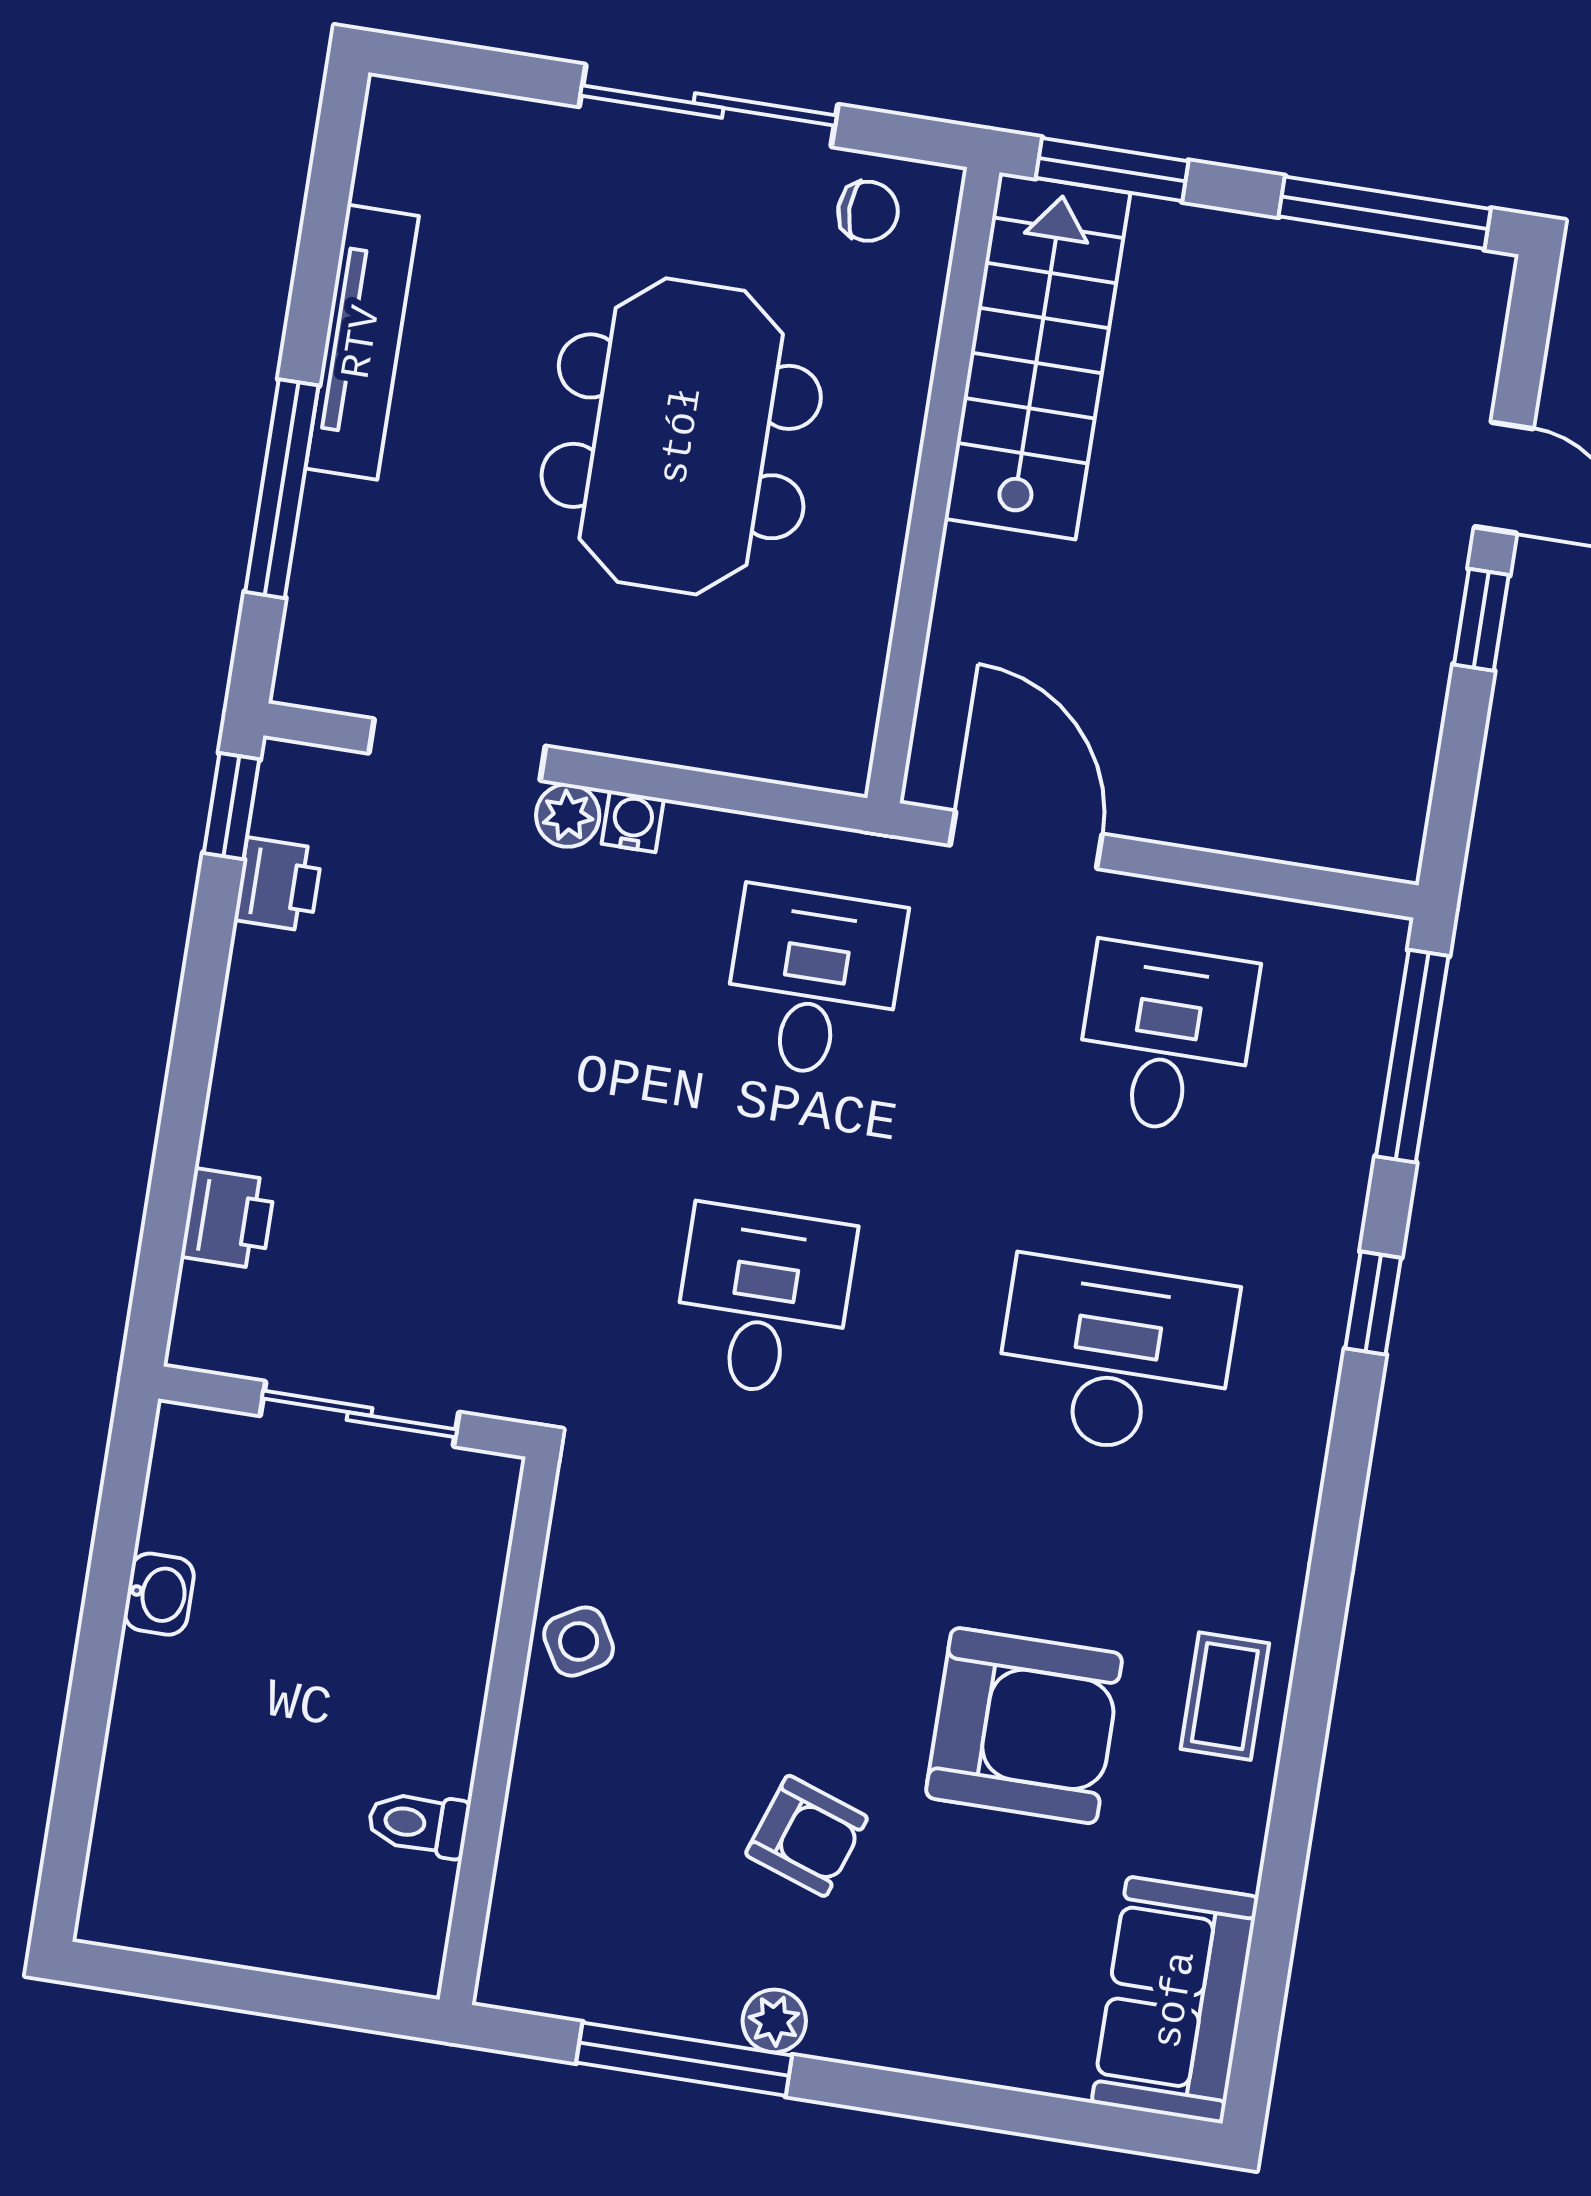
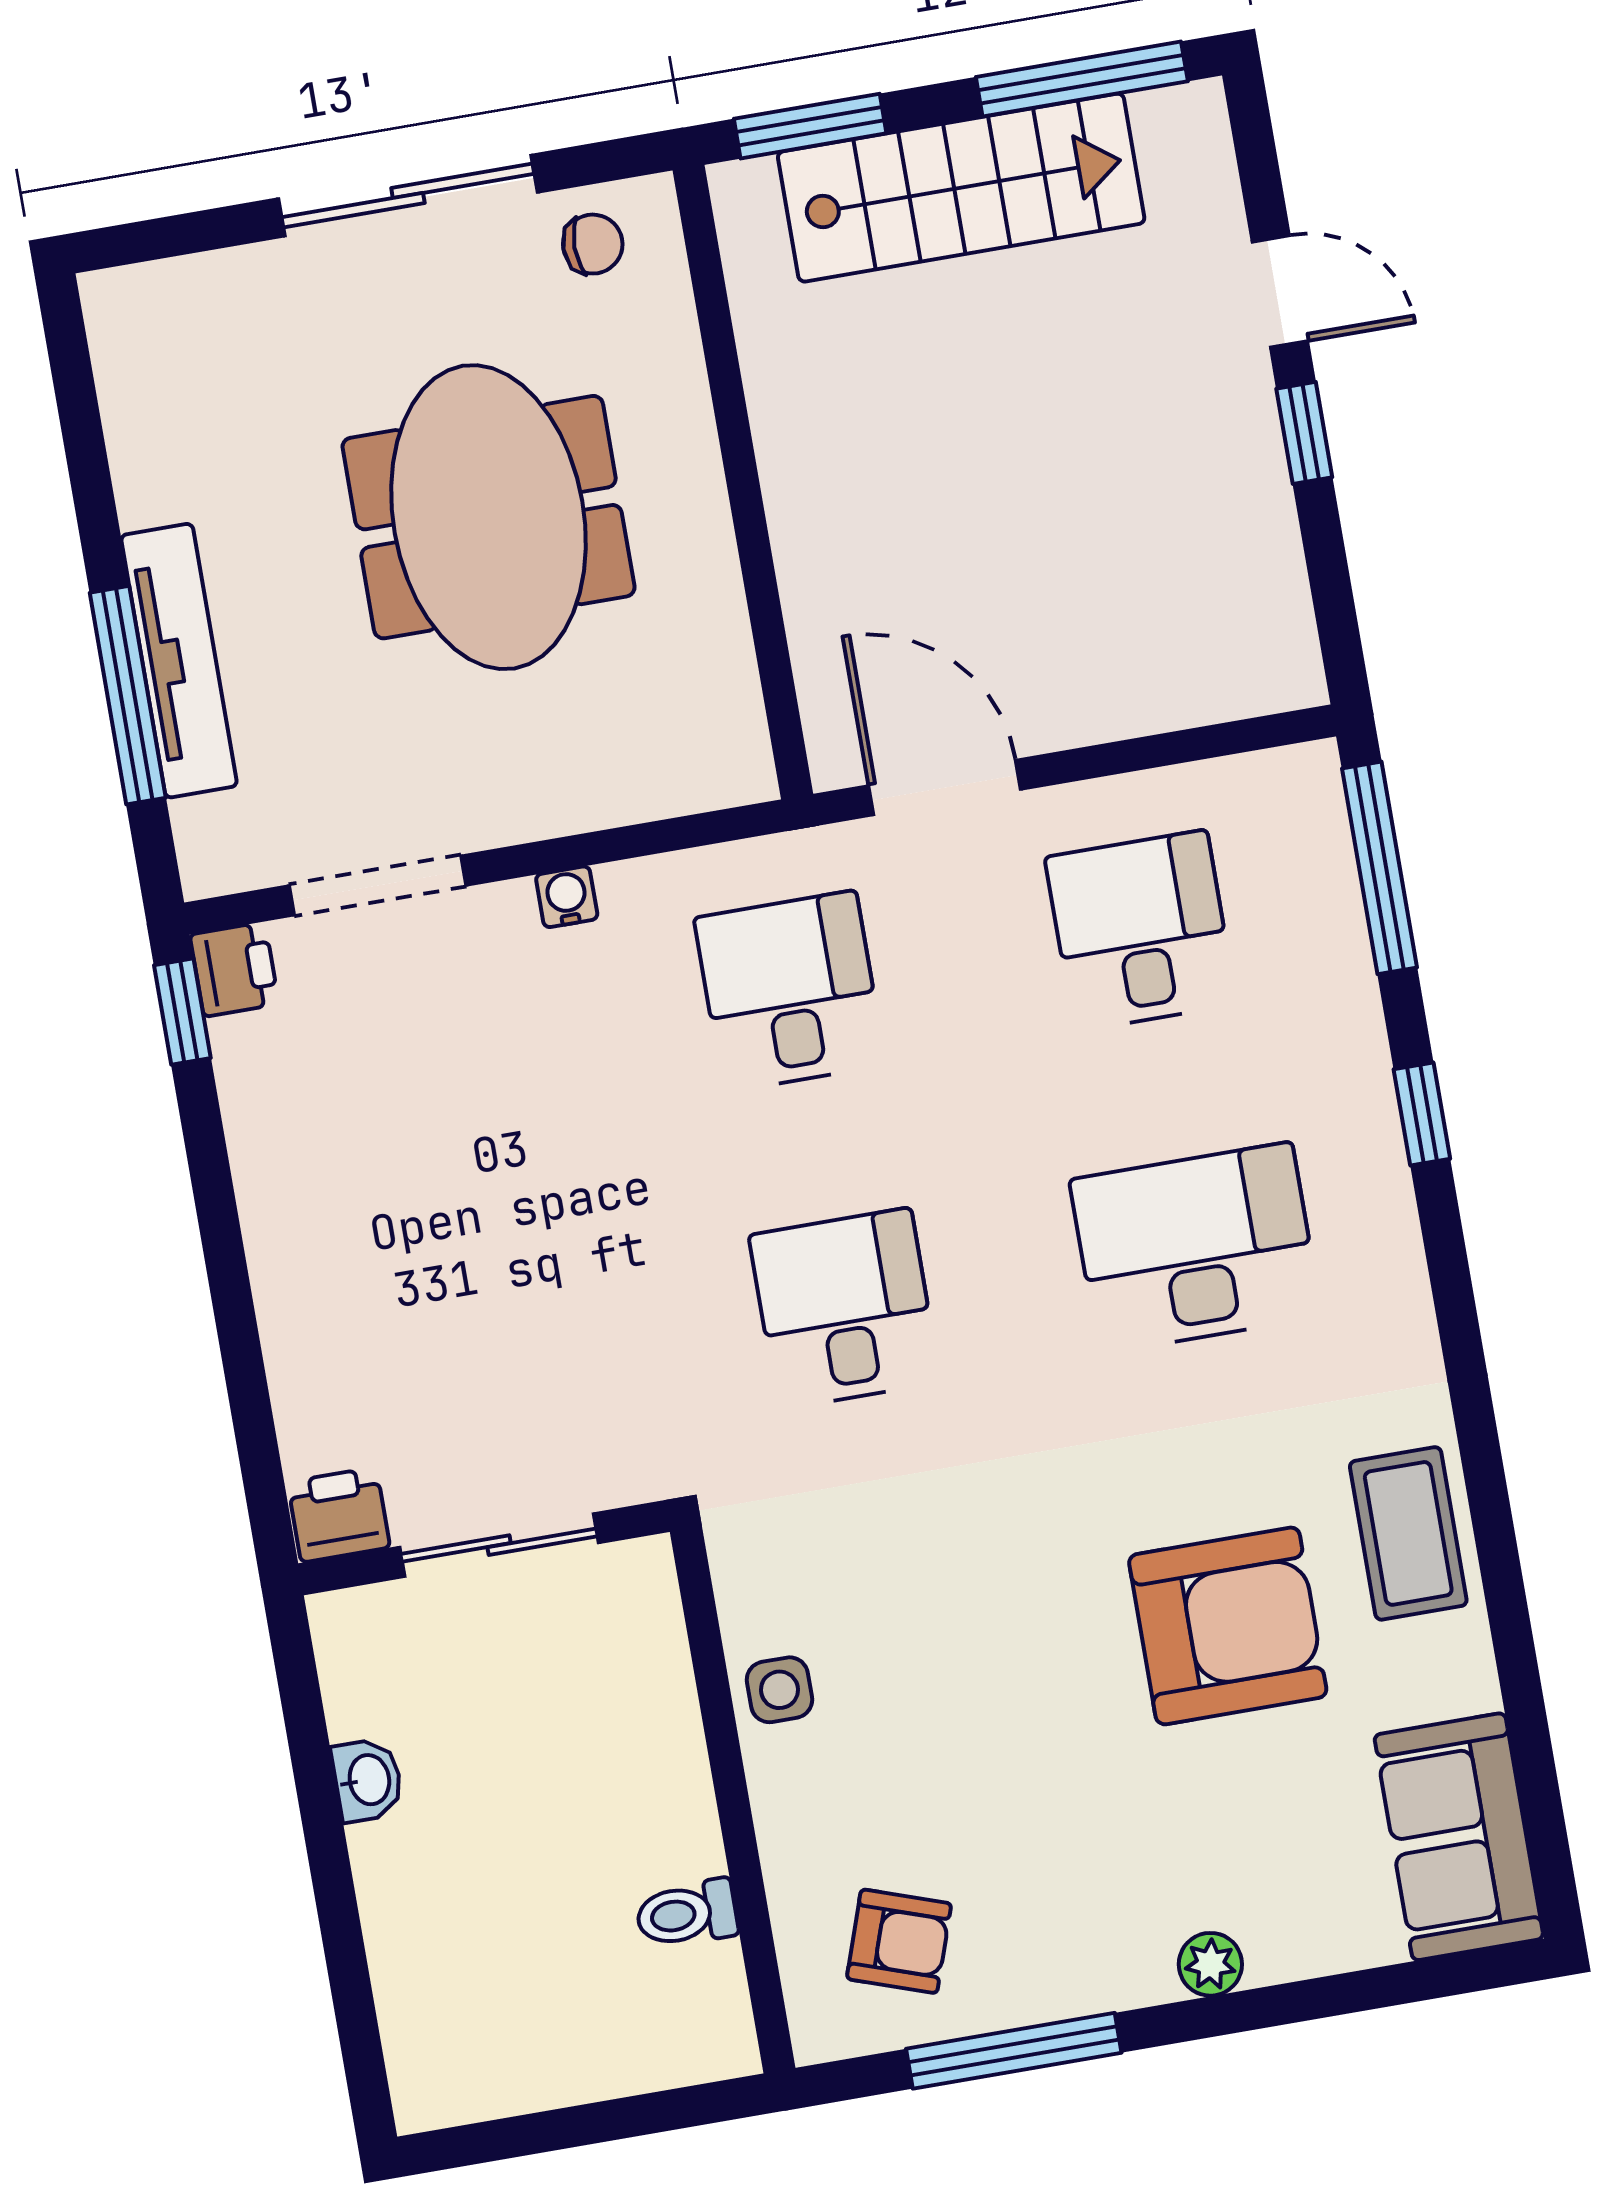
tv unit: (362, 342) -> (179, 661), moved
stairs: (1037, 356) -> (961, 188), moved, turned 90
plant: (568, 815) -> (503, 912), removed
printer: (278, 884) -> (234, 969), moved
printer: (228, 1219) -> (339, 1515), moved, turned -90
side table: (579, 1642) -> (779, 1690), turned 30
coffee table: (1225, 1696) -> (1408, 1533), width x1.36, depth x1.30
armchair: (807, 1836) -> (899, 1941), moved
plant: (774, 2021) -> (1210, 1964), moved

